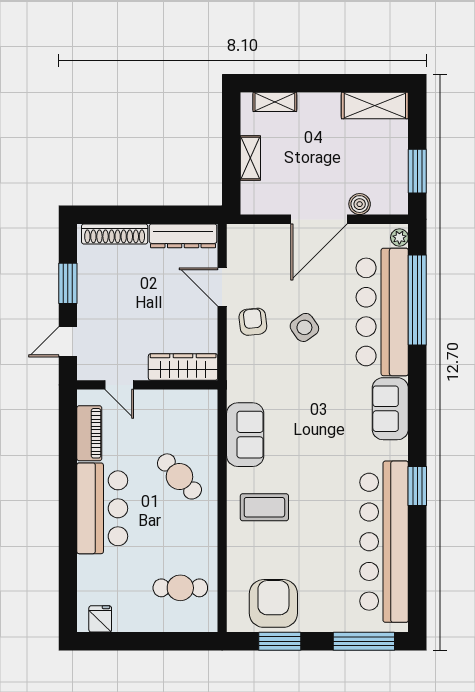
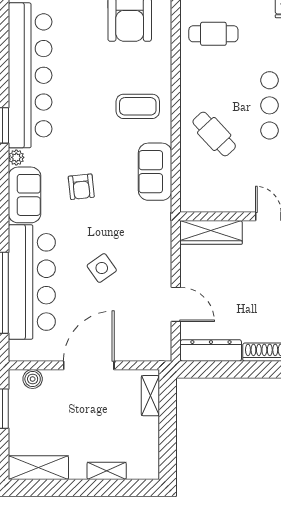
shelving: (275, 102) -> (107, 471), moved
shelving: (250, 158) -> (150, 396), moved
boiler: (360, 204) -> (33, 379), moved
plant: (399, 238) -> (16, 157), moved
armchair: (253, 322) -> (81, 187), moved

